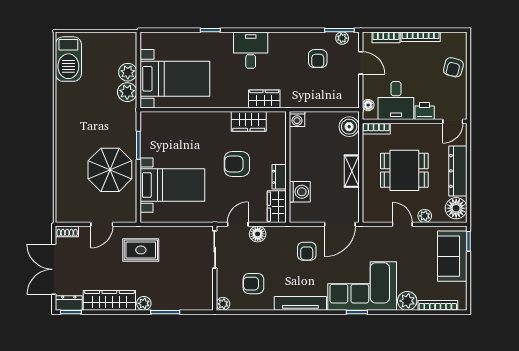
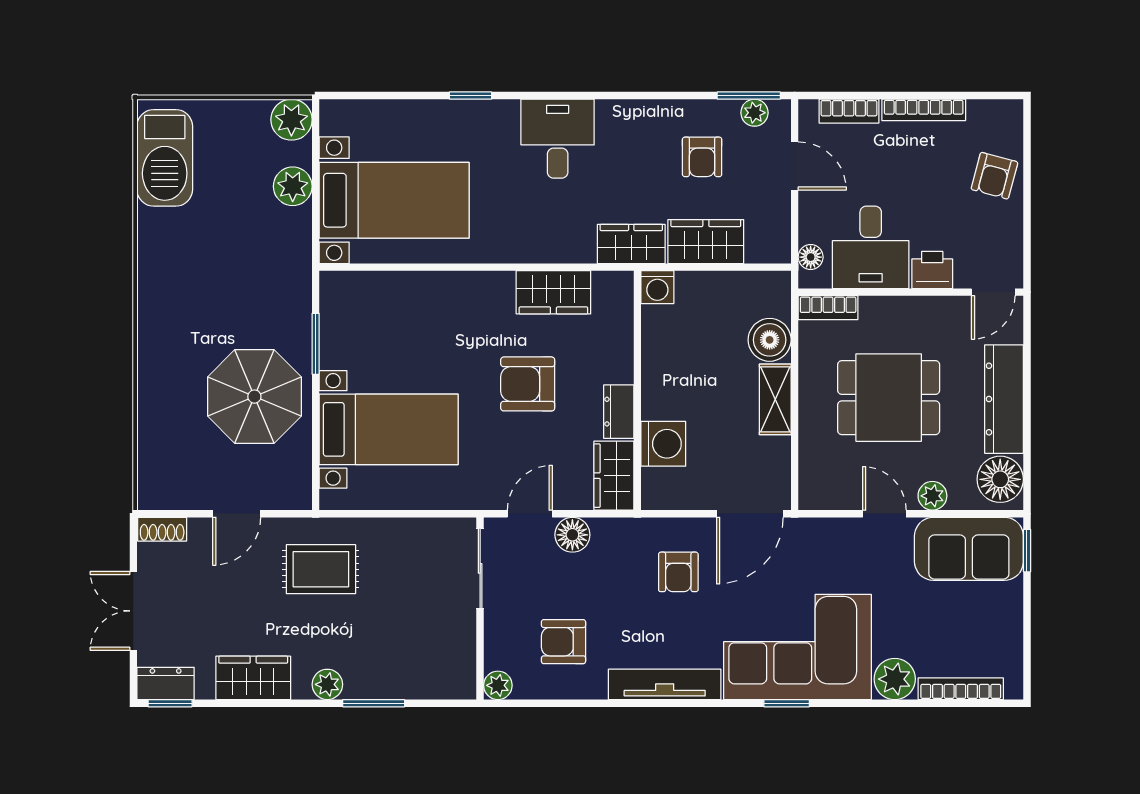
plant: (127, 92) -> (291, 120), moved
wardrobe: (319, 98) -> (706, 242), added
wardrobe: (264, 99) -> (631, 244), moved
boiler: (349, 127) -> (770, 340), moved
sofa: (452, 256) -> (969, 549), moved, turned -90
double door: (54, 269) -> (133, 611), width x0.73
wardrobe: (109, 300) -> (253, 678), width x0.67

